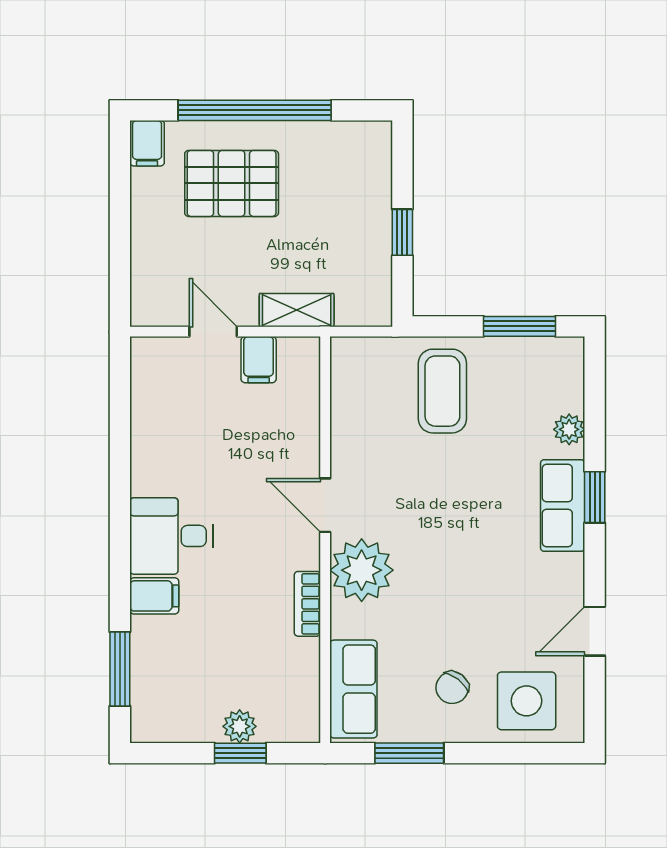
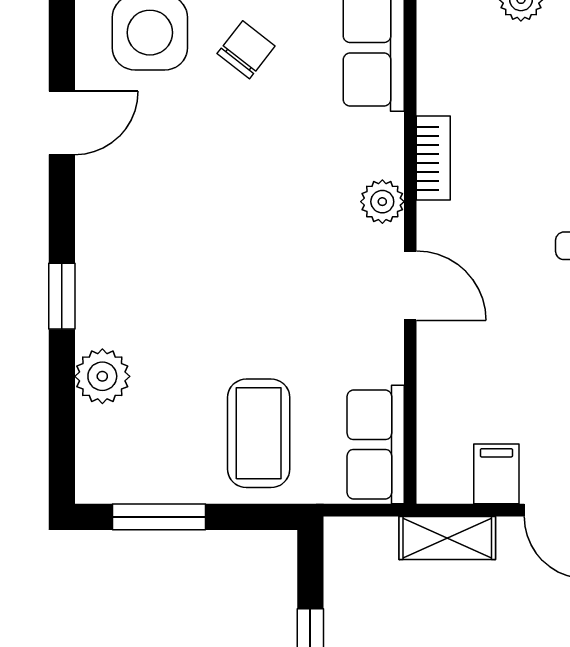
plant: (569, 429) -> (102, 376), width x1.38, depth x1.38
row of seats: (563, 506) -> (376, 445), moved, turned 180
plant: (362, 570) -> (382, 202), width x0.53, depth x0.53

